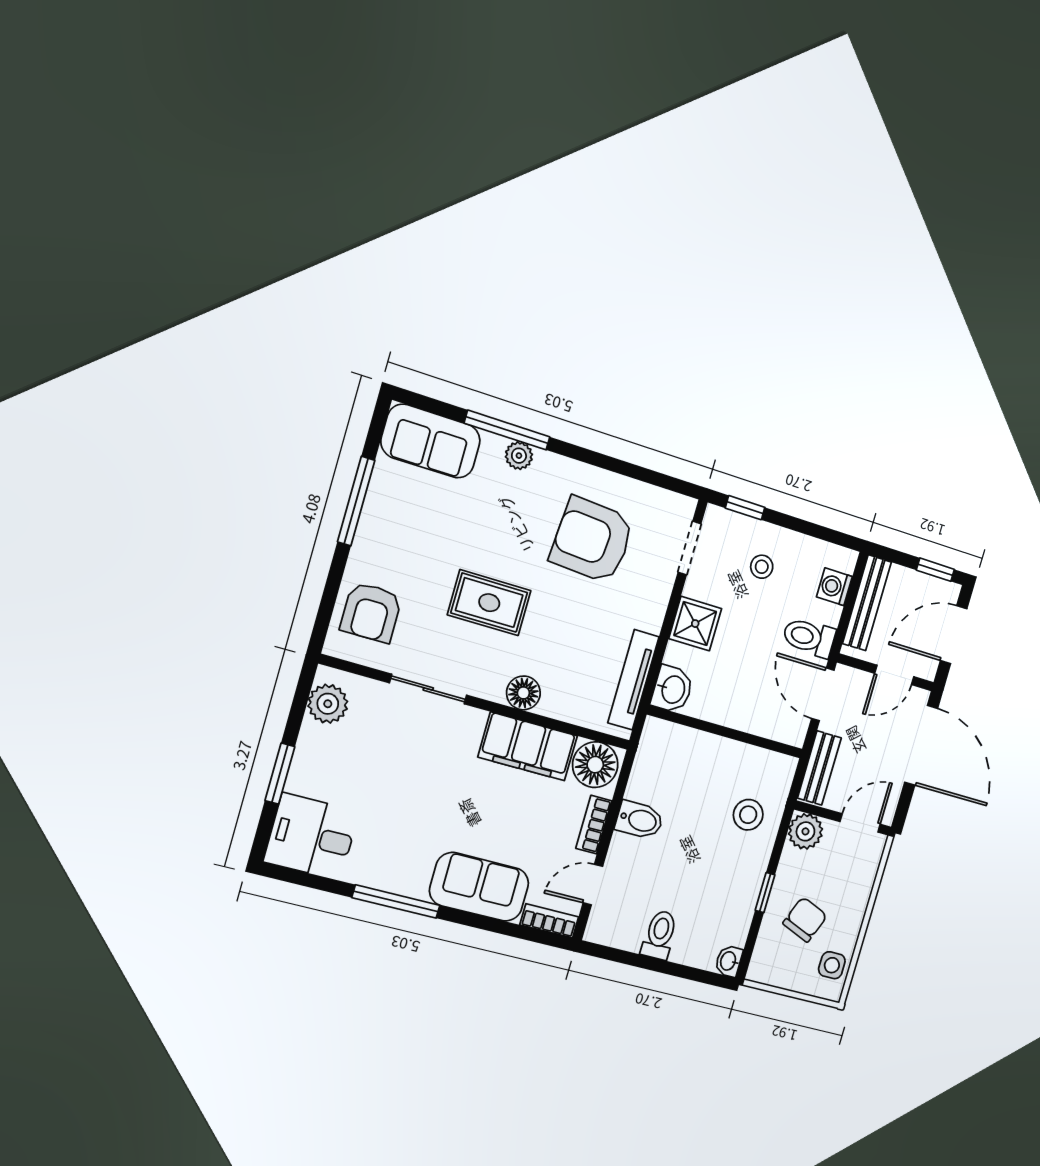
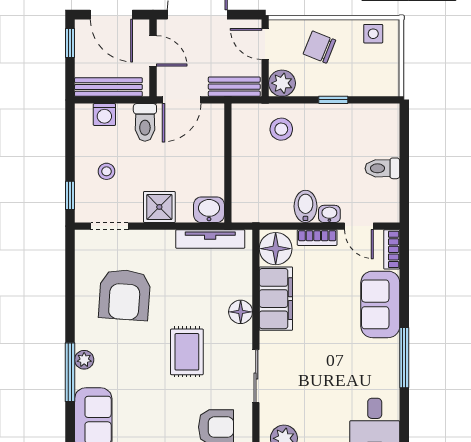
chair: (805, 920) -> (319, 47), moved
washbasin: (729, 961) -> (329, 214), moved, turned 180

